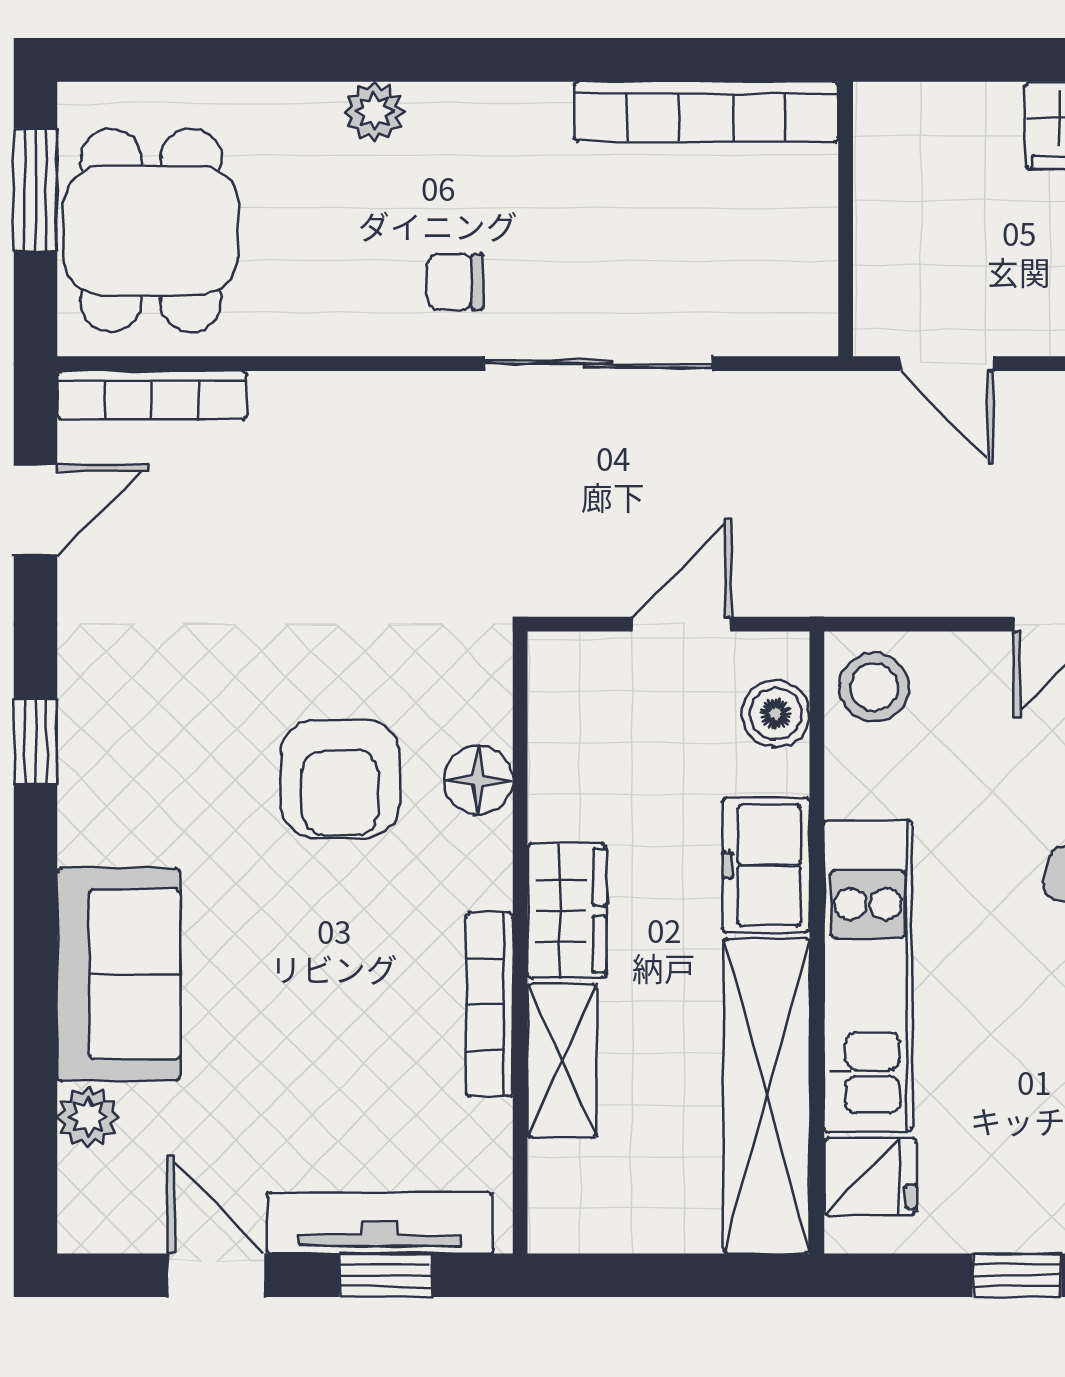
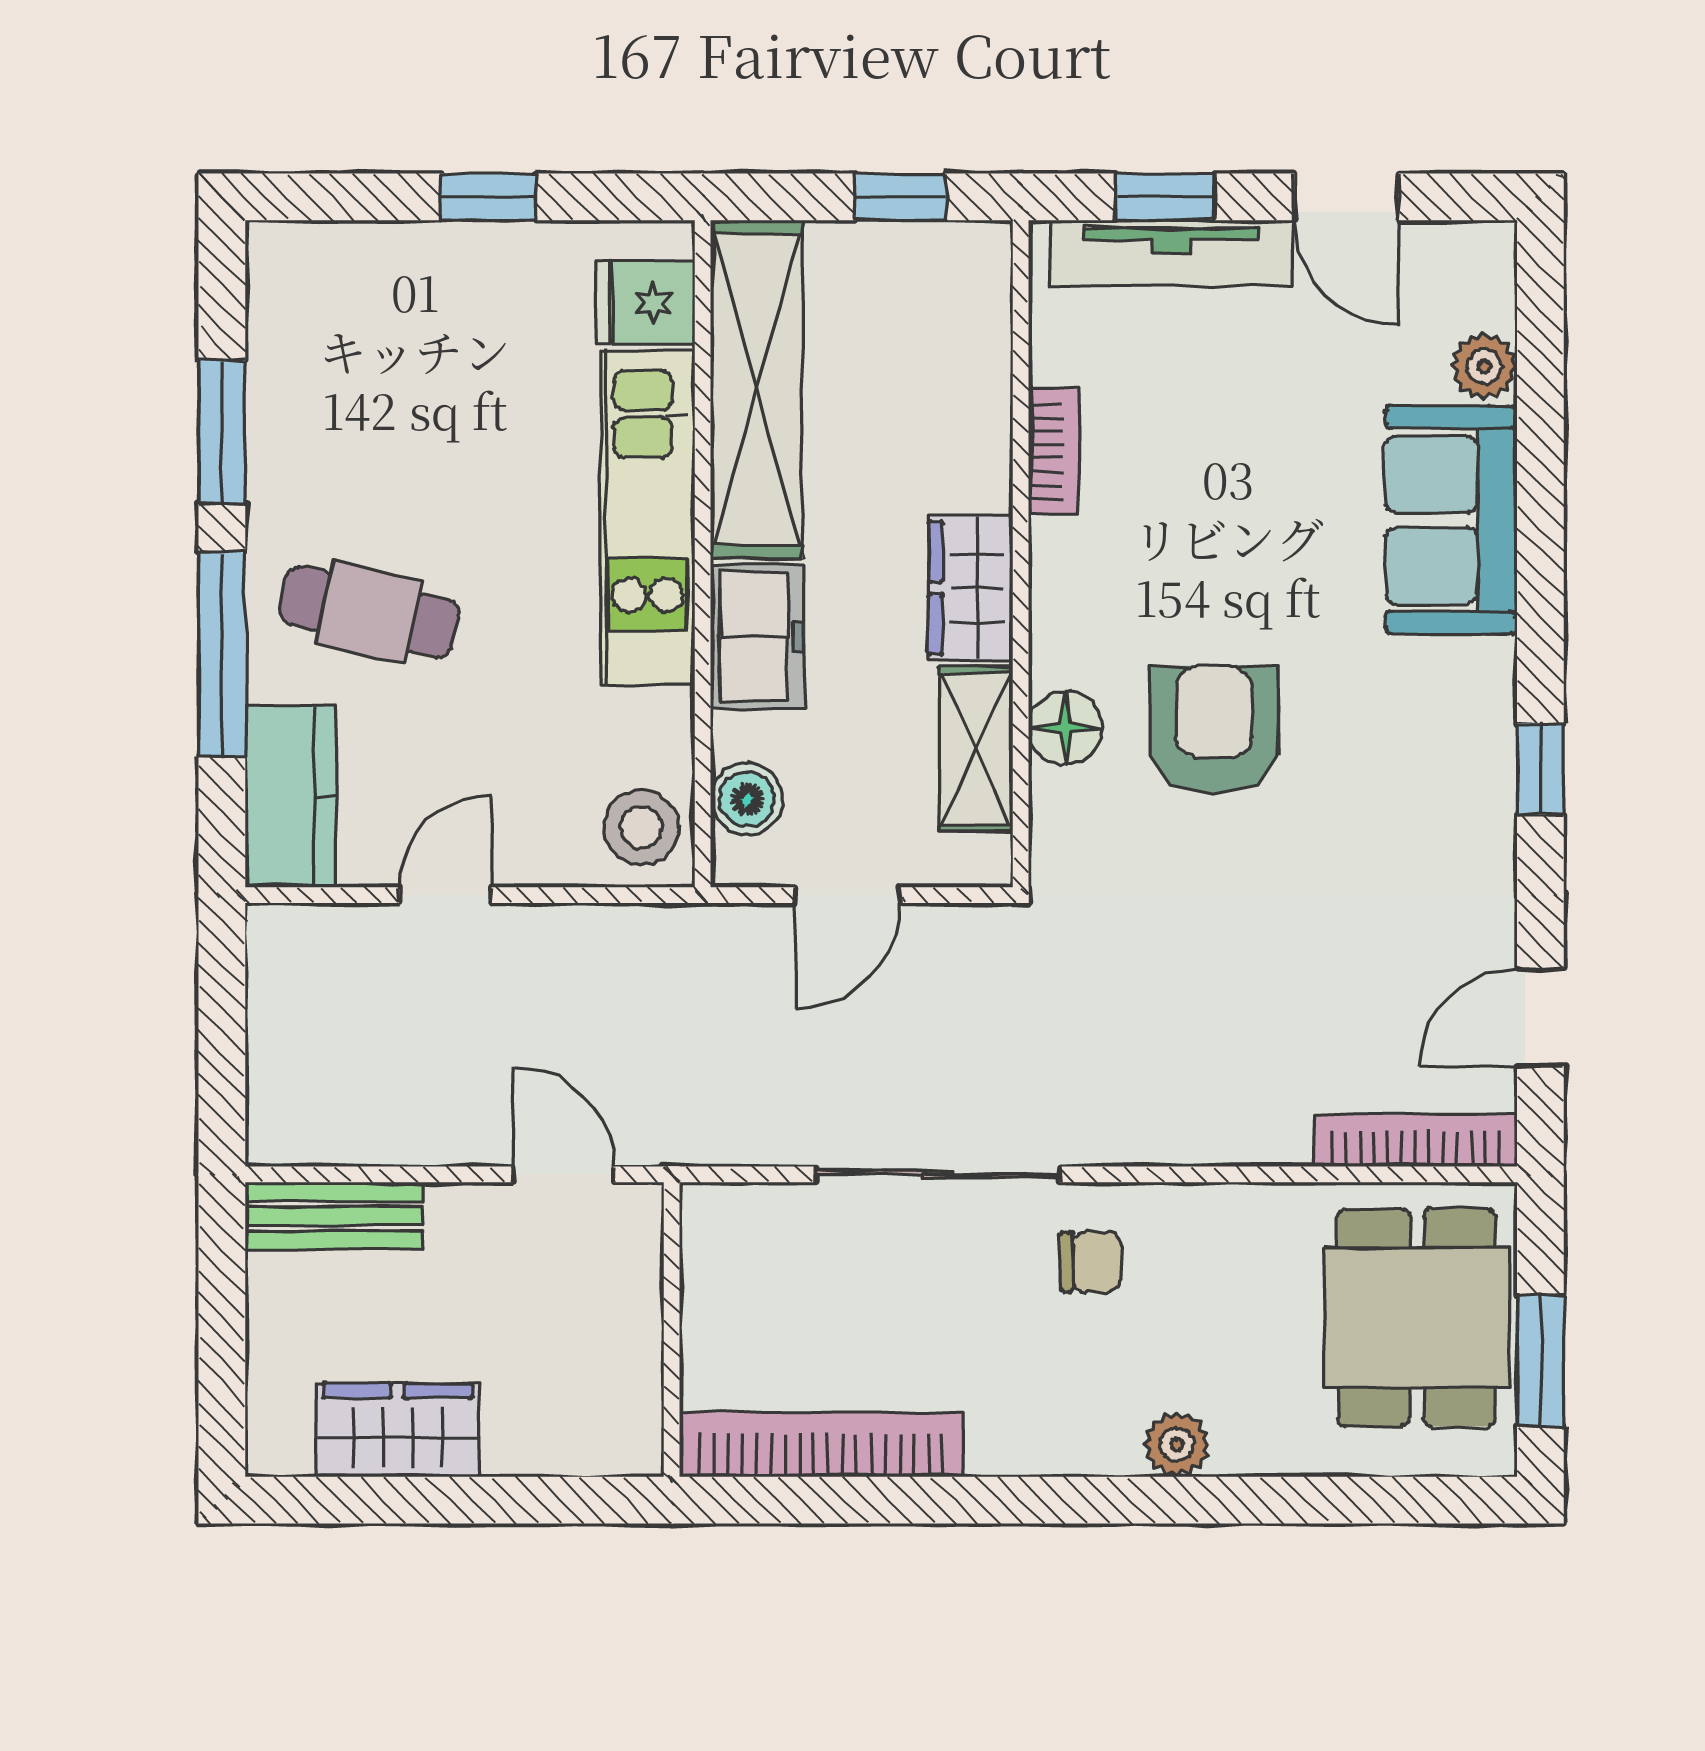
bookcase: (489, 1005) -> (1054, 452), width x0.64
shelving: (562, 1061) -> (976, 749), moved
window: (632, 1275) -> (900, 197), added

